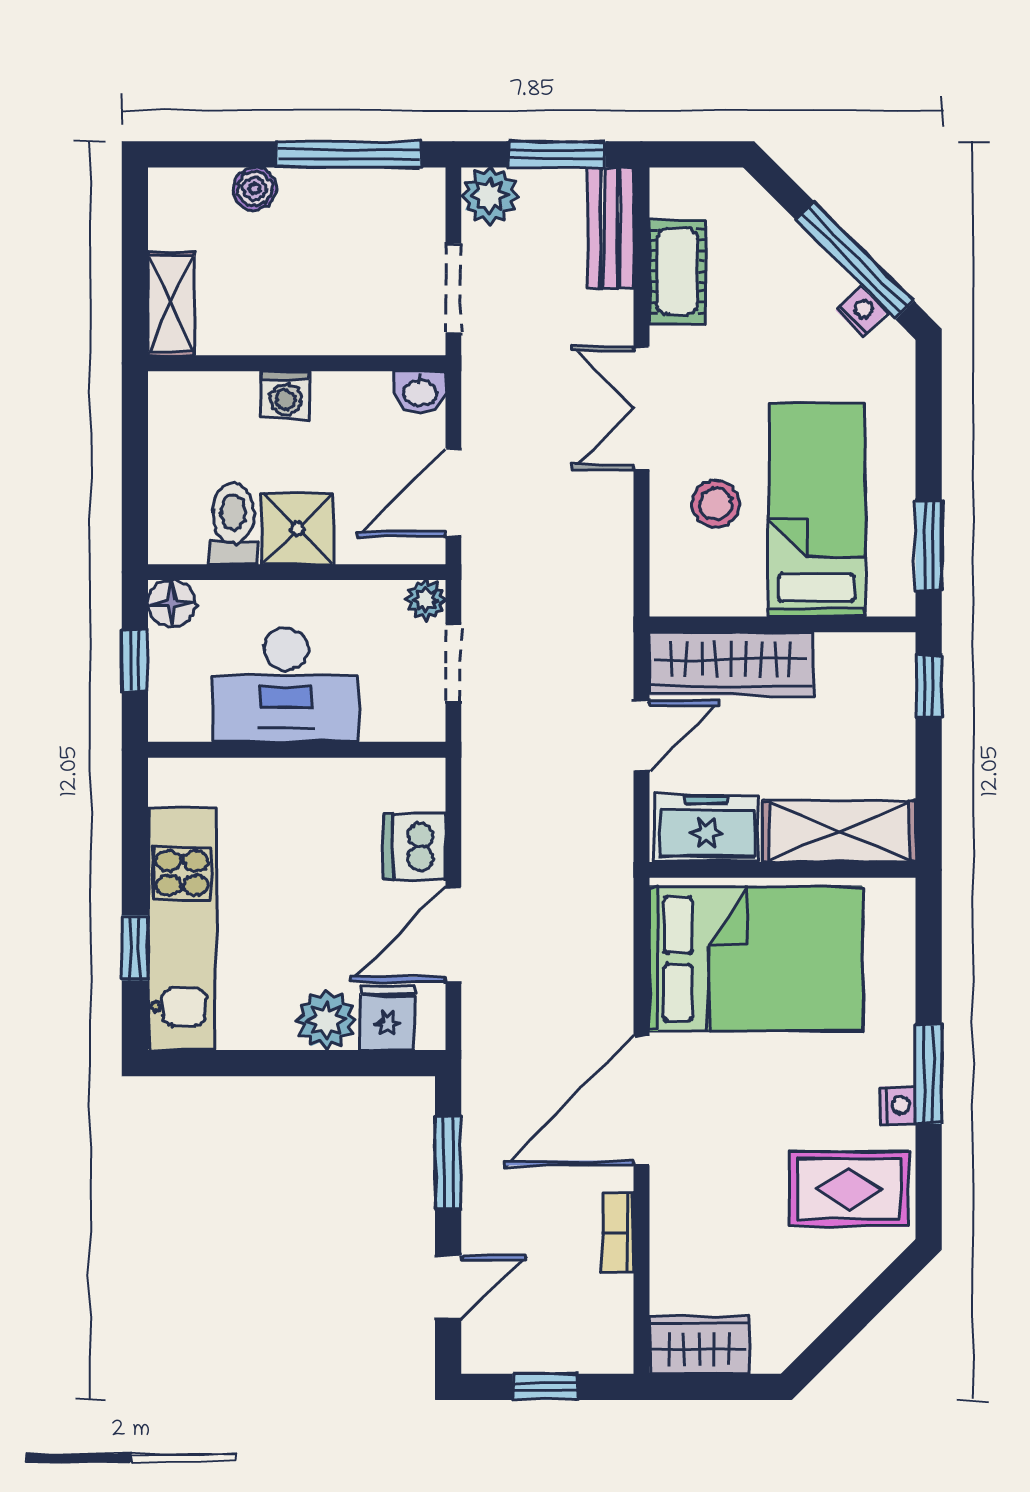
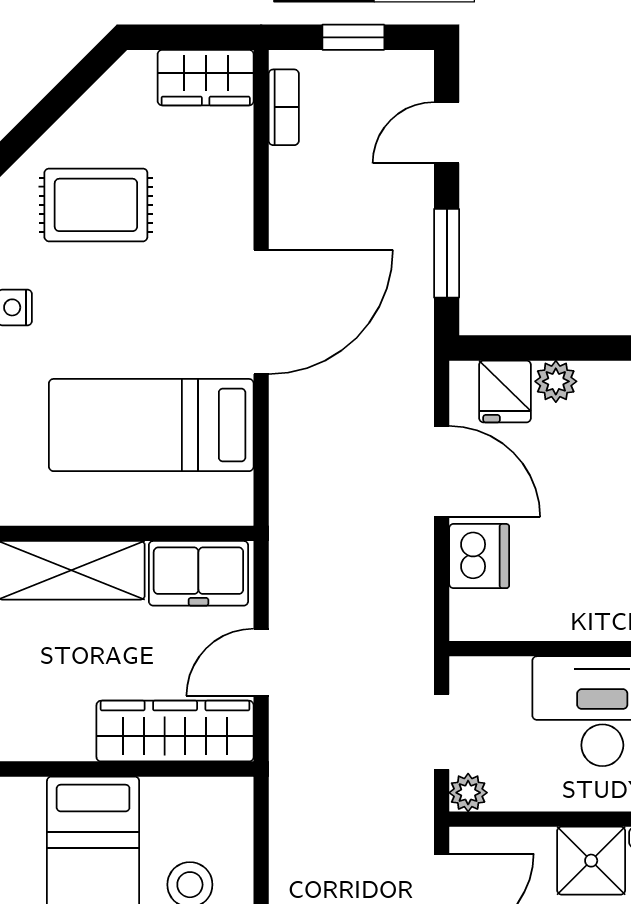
door: (453, 934) -> (442, 471), hinge flipped
bed: (756, 959) -> (151, 425), width x0.67
plant: (326, 1020) -> (556, 381), width x0.73, depth x0.73
rug: (849, 1189) -> (96, 205), moved
bookcase: (618, 1233) -> (284, 107), moved

